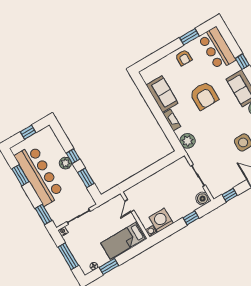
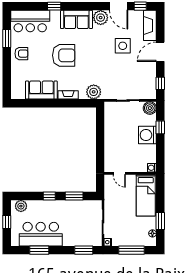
plant: (65, 163) -> (21, 206), moved
bar counter: (39, 175) -> (41, 234), width x0.73
washing machine: (161, 220) -> (147, 135), moved

